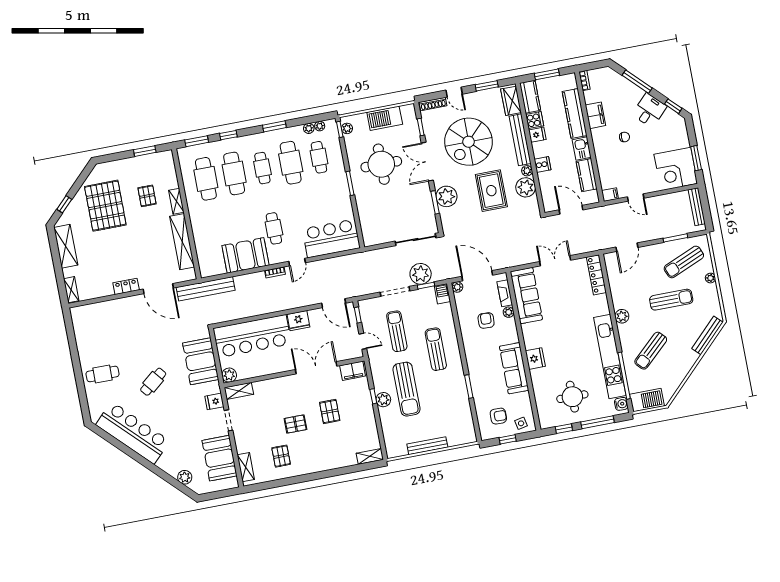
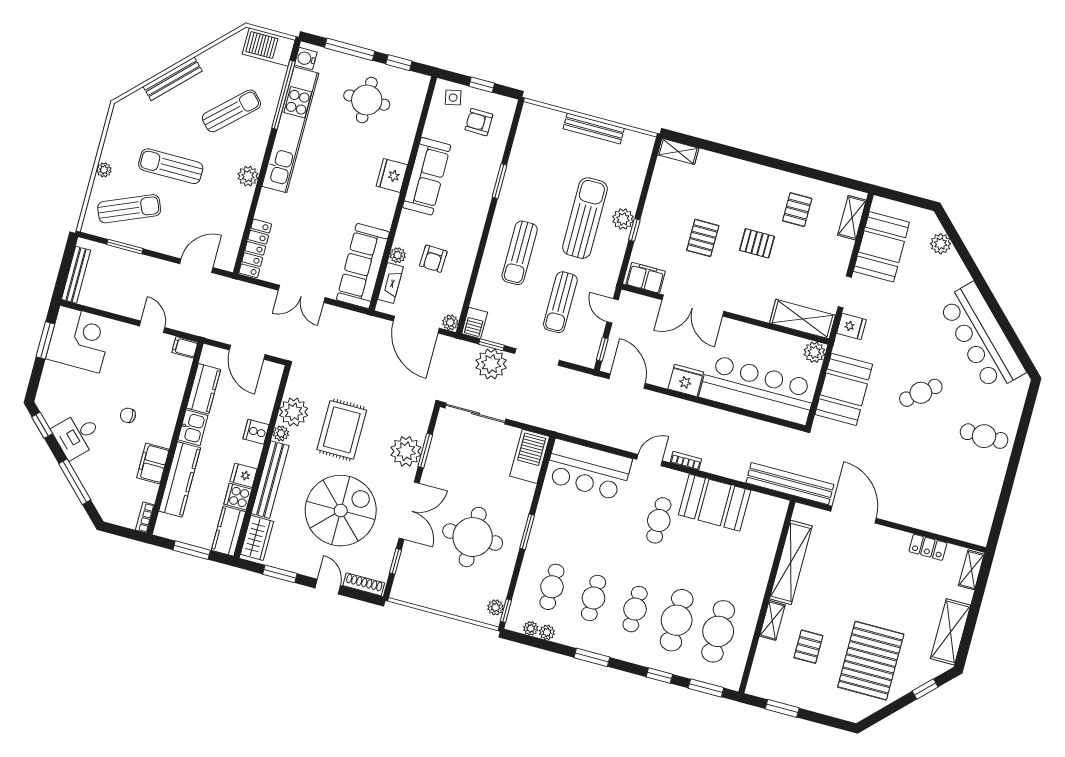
barbecue: (385, 118) -> (530, 456), moved, turned -90
cafe table: (291, 163) -> (594, 598), width x0.73, depth x0.74
locker: (126, 286) -> (928, 547), moved
bench: (707, 335) -> (173, 79), moved
shelving: (239, 391) -> (802, 319), width x1.50, depth x1.33

